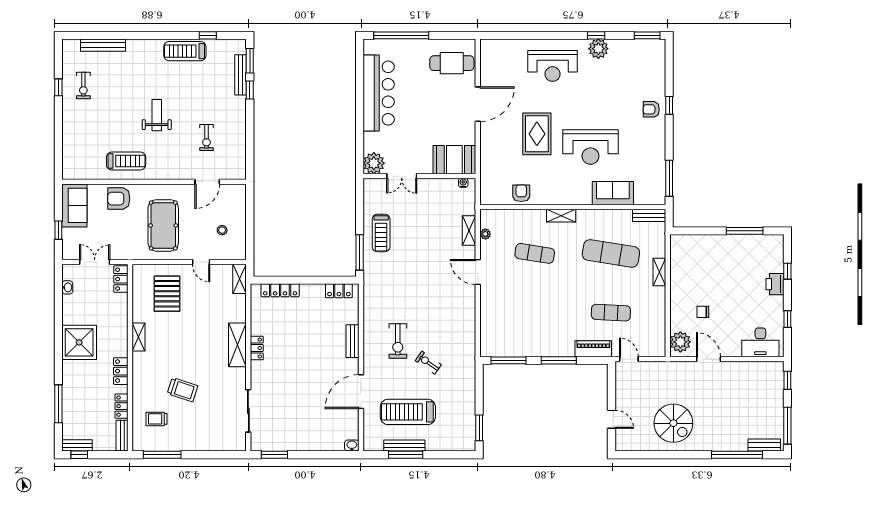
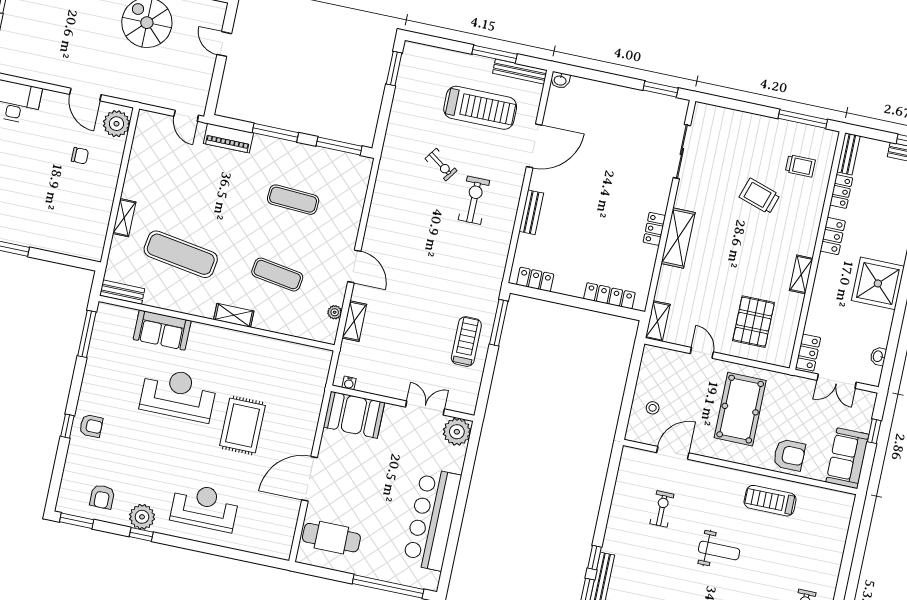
weight bench: (157, 115) -> (719, 551), turned -90
armchair: (521, 193) -> (102, 497), moved
stool: (222, 230) -> (653, 408), moved
exercise mat: (611, 313) -> (293, 200), moved
bench: (404, 446) -> (520, 72), moved

